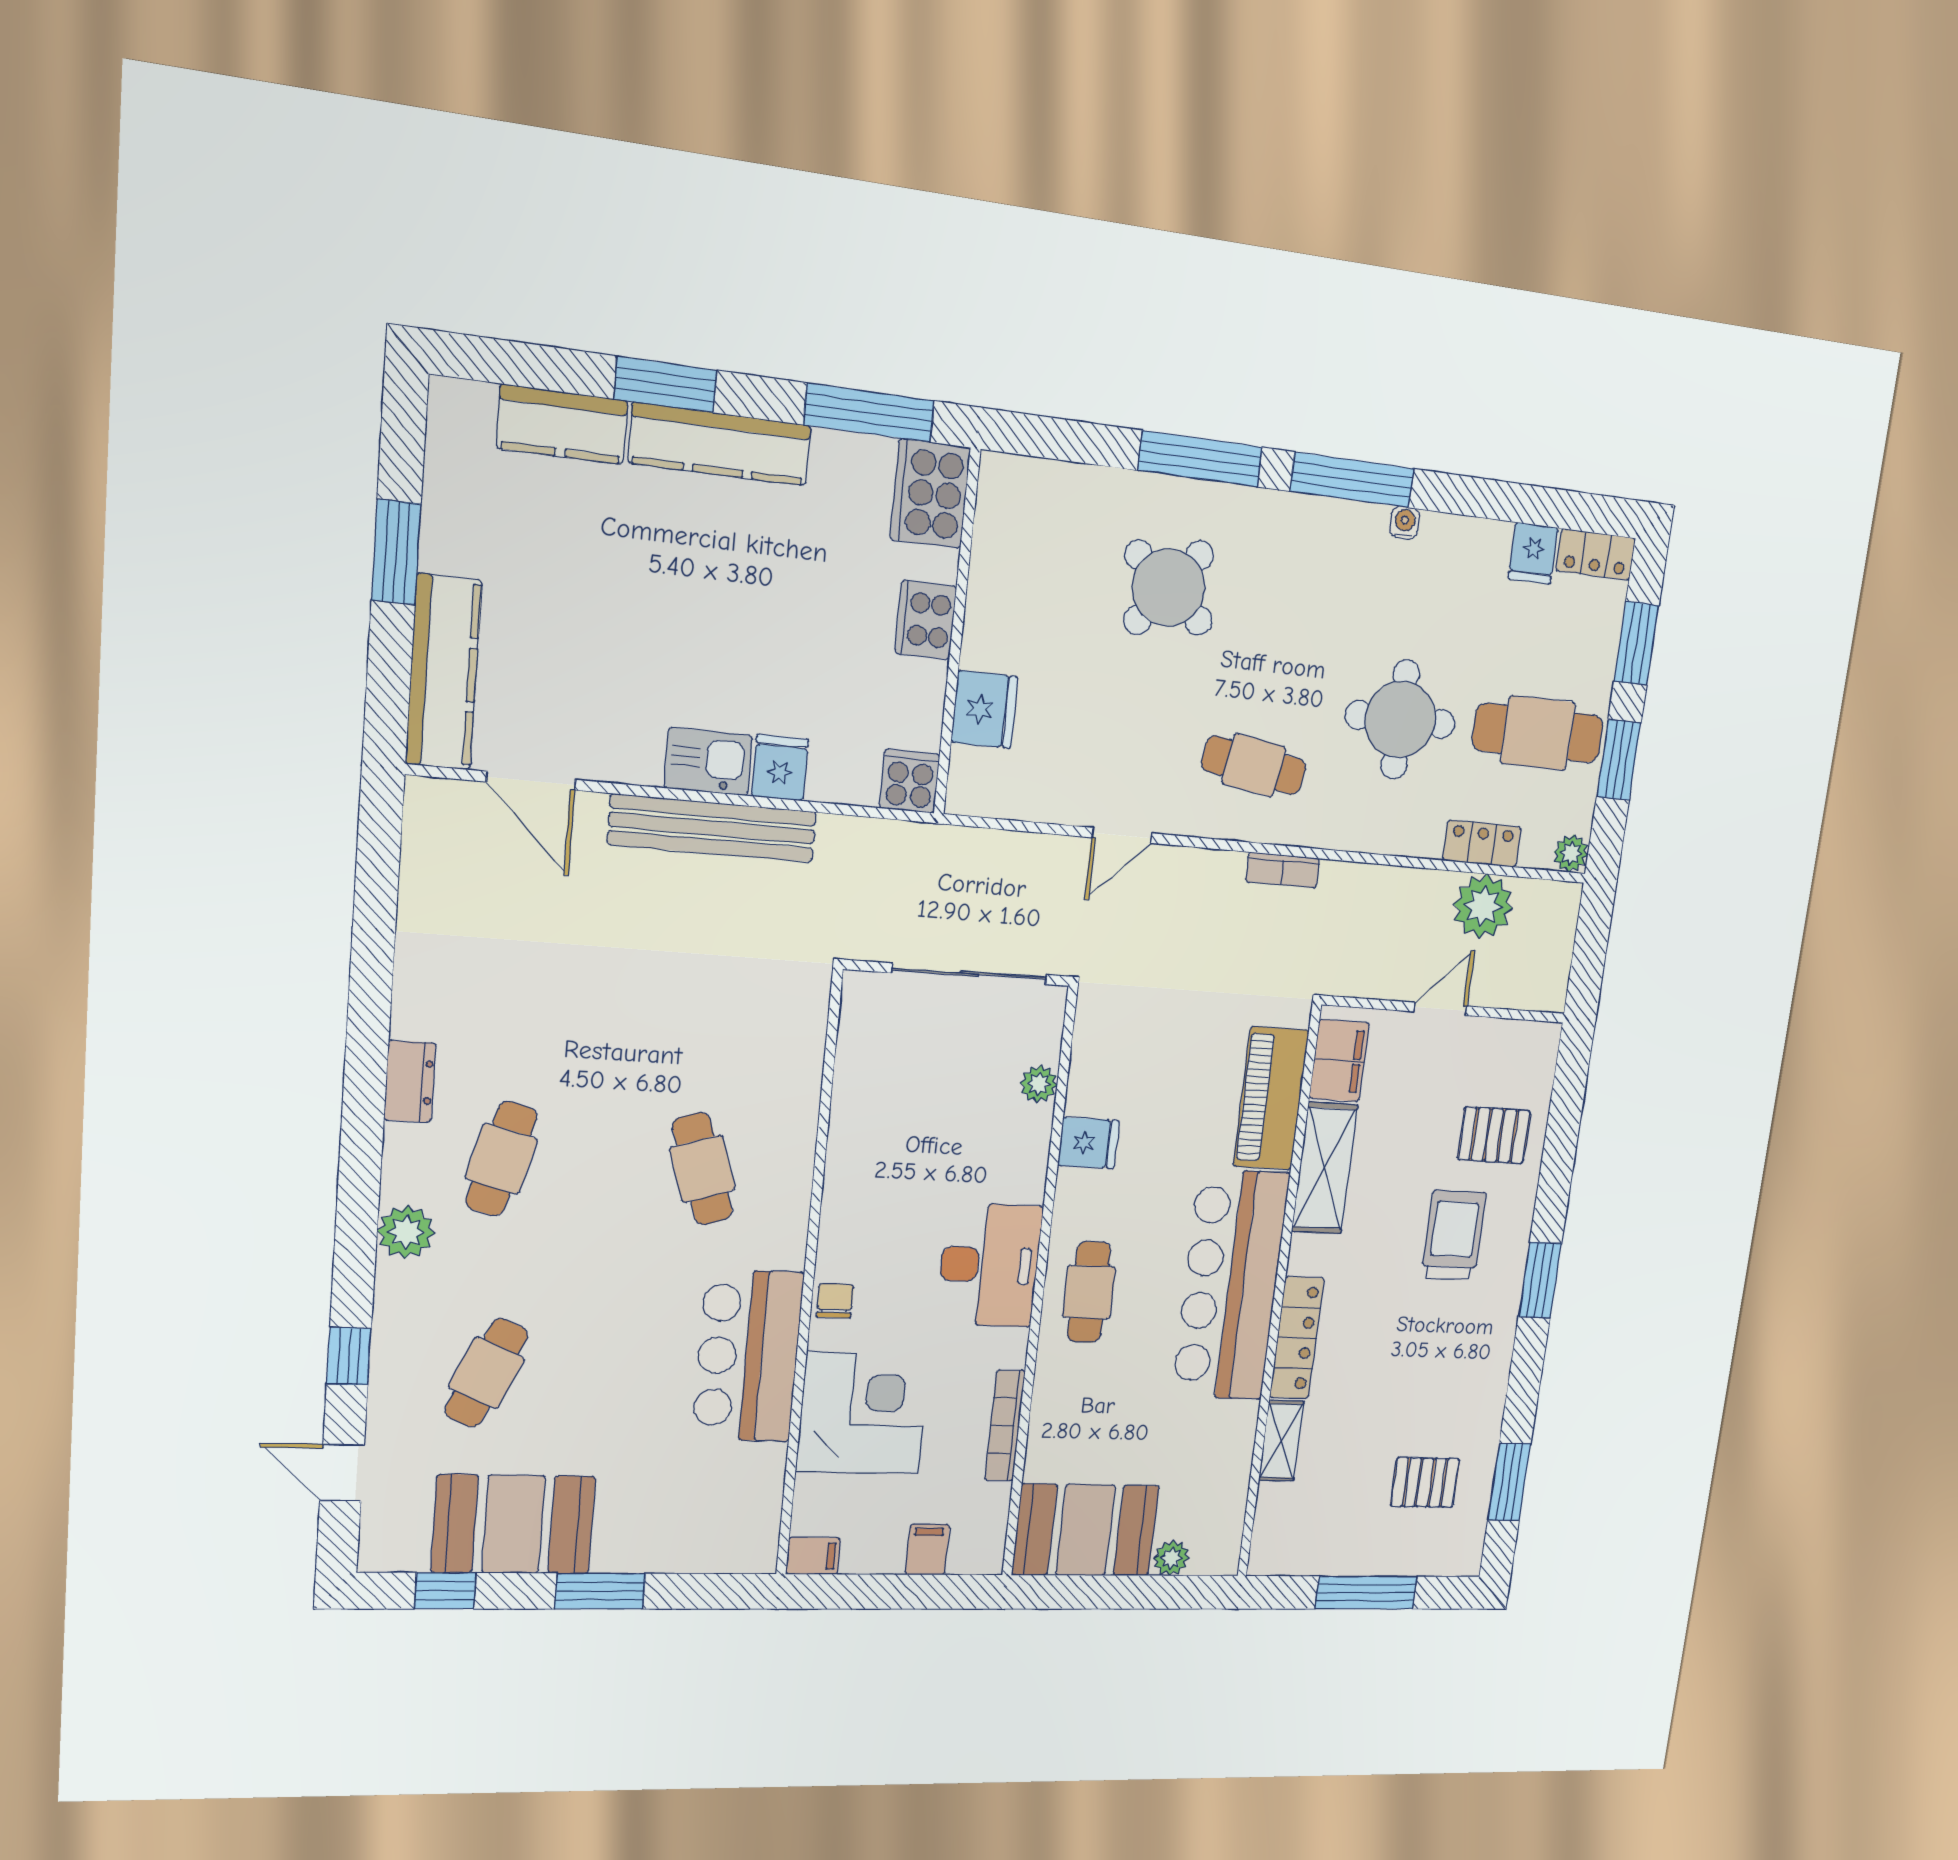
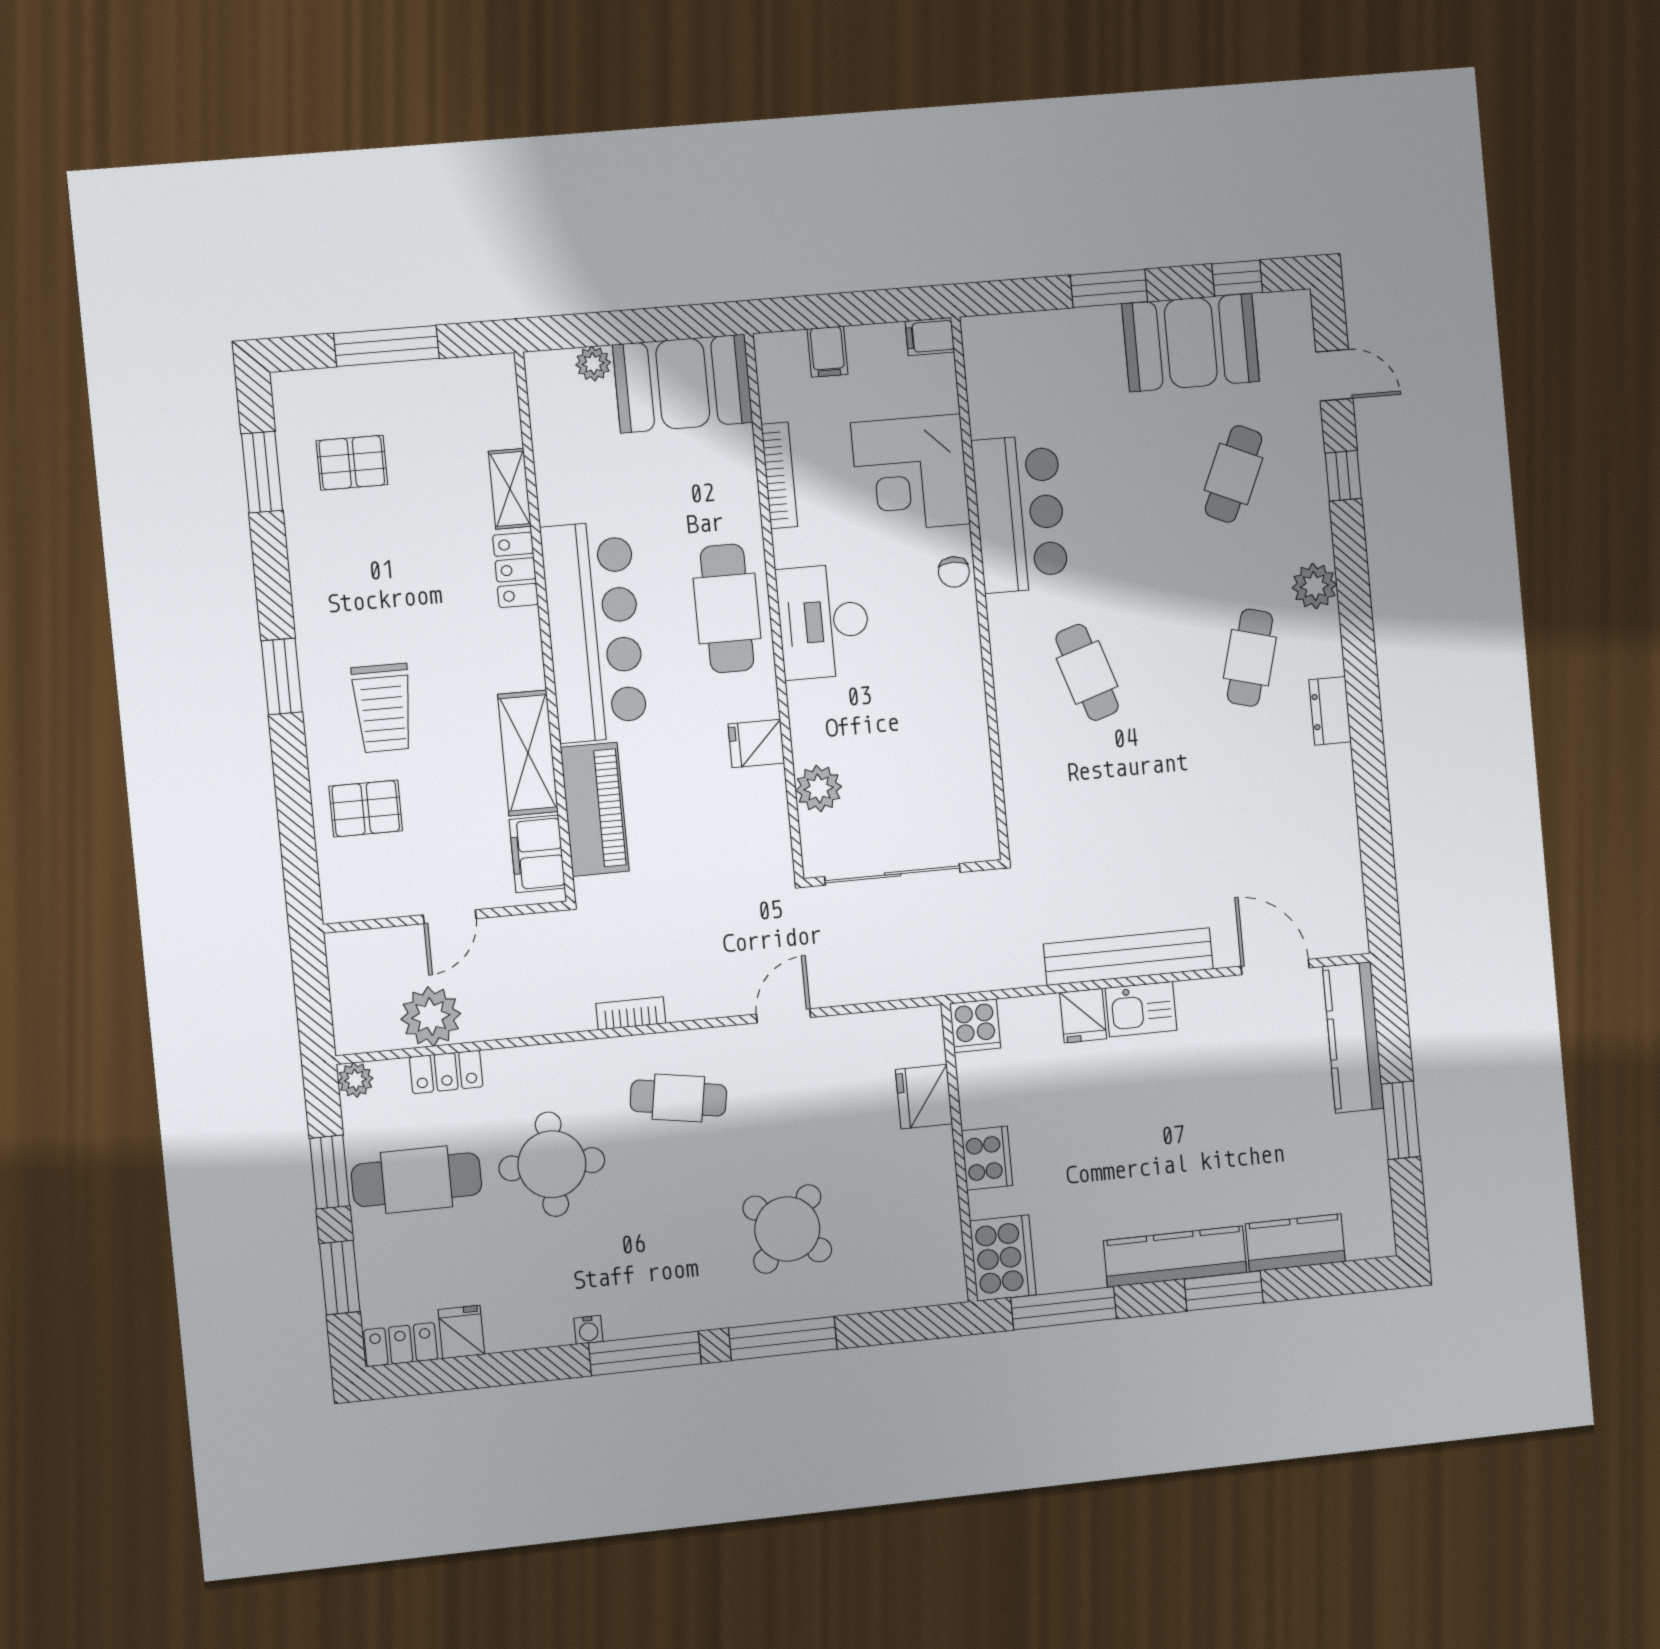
plant: (1039, 1084) -> (819, 788), width x1.38, depth x1.38
cafe table: (1089, 1292) -> (727, 608), width x1.37, depth x1.35
locker: (1297, 1338) -> (516, 570), width x0.66

